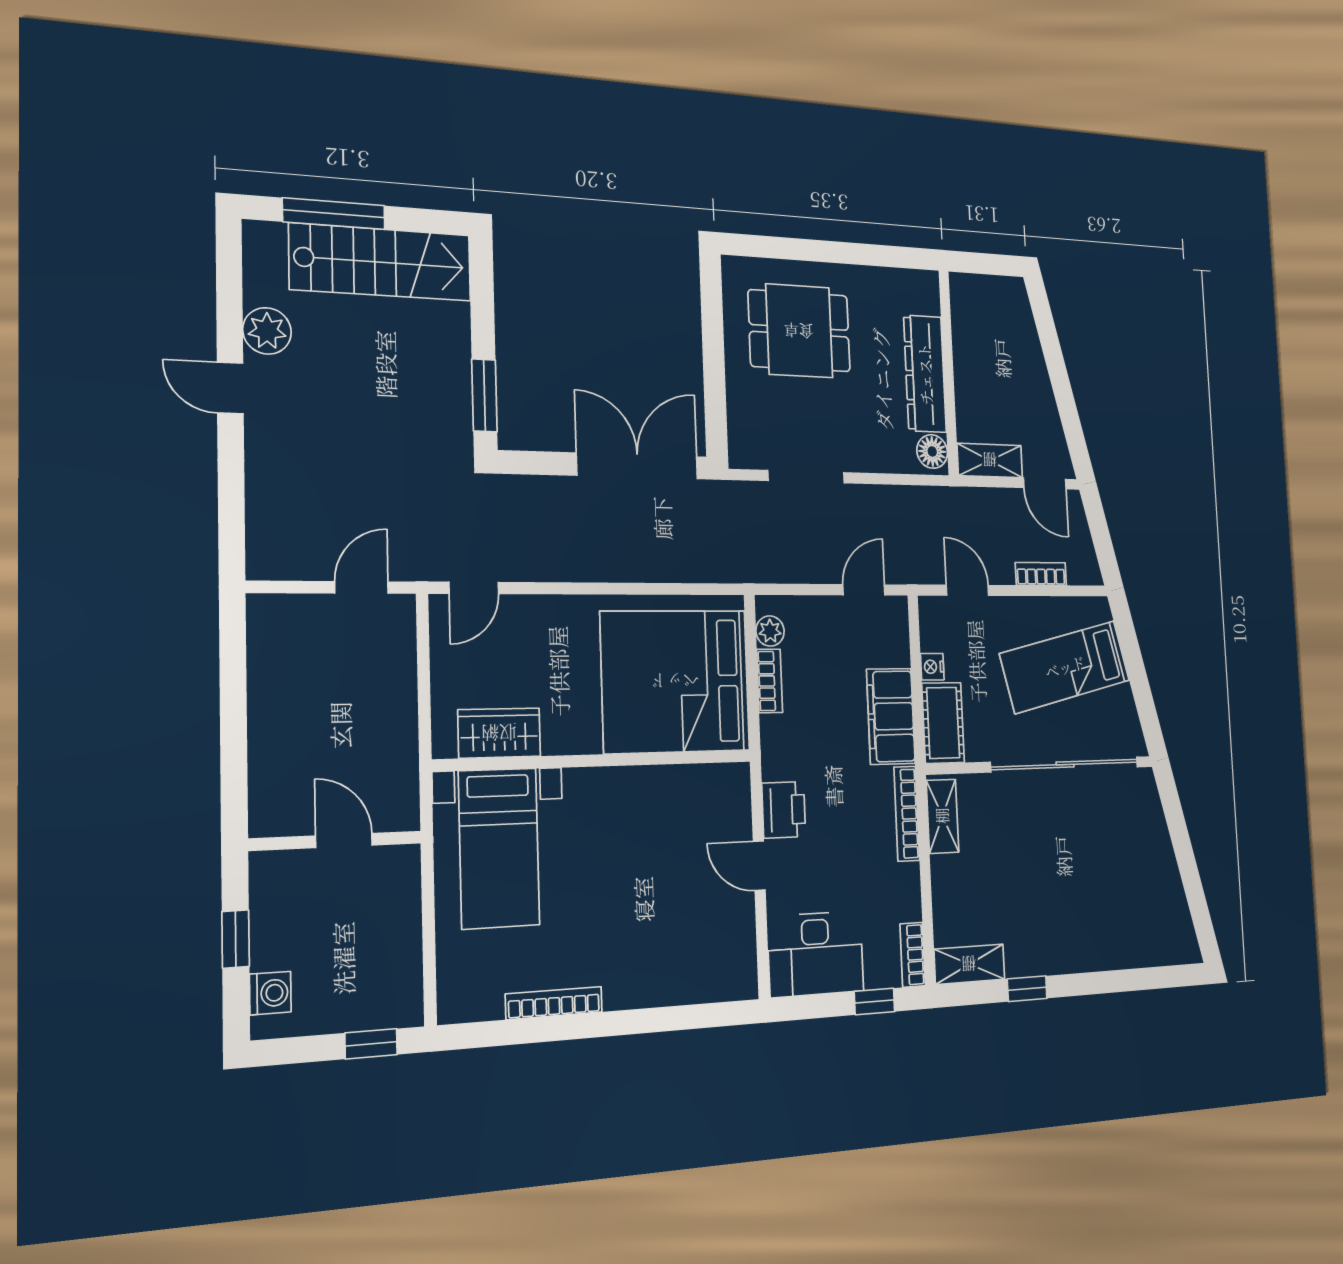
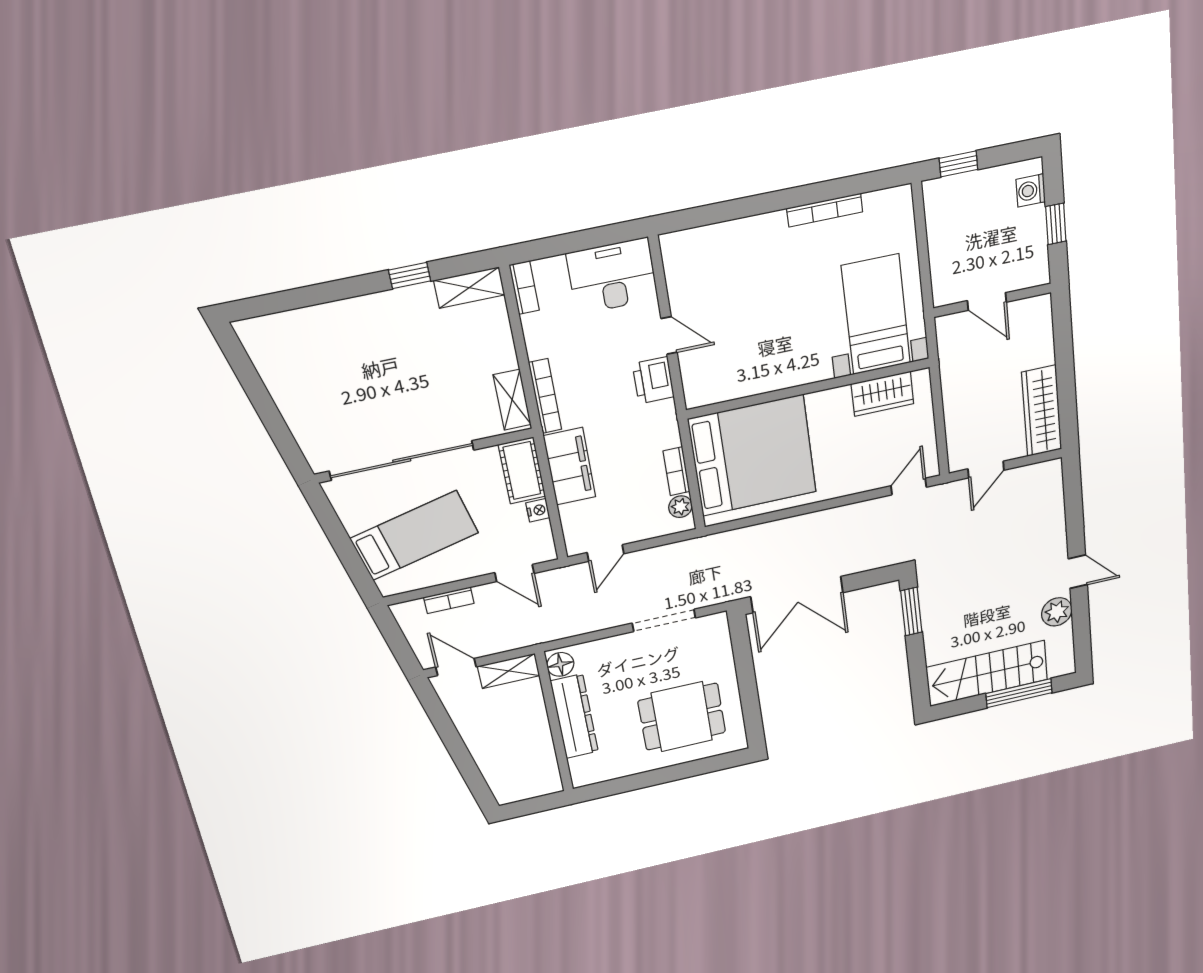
wardrobe: (273, 659) -> (1042, 411), added
window: (875, 1001) -> (554, 246), removed

